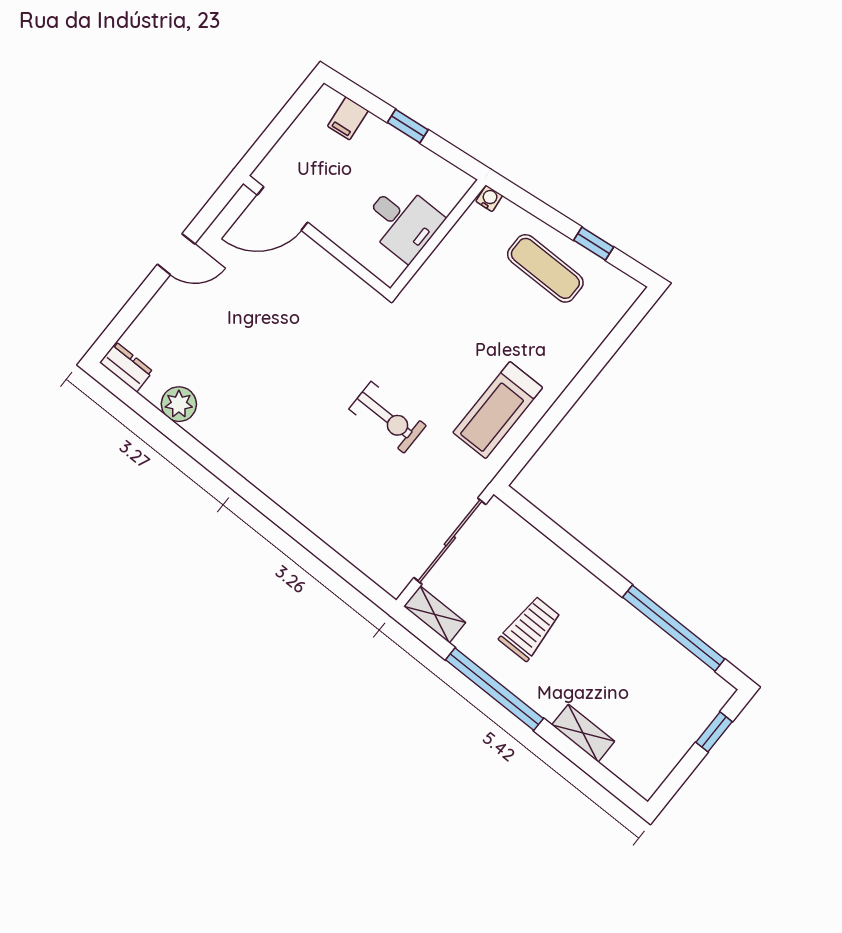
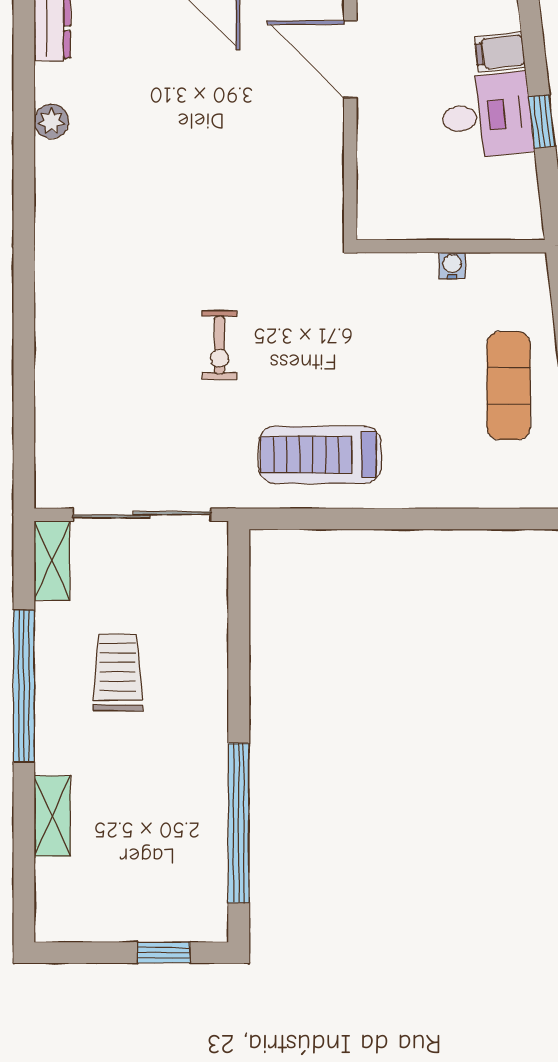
water cooler: (489, 198) -> (452, 266), moved, turned -84
desk: (402, 222) -> (487, 116), moved, turned -96
plant: (179, 404) -> (51, 121), width x0.73, depth x0.73
exercise bike: (387, 417) -> (219, 345), width x0.73, depth x0.72
trolley: (530, 628) -> (118, 672), turned -90

